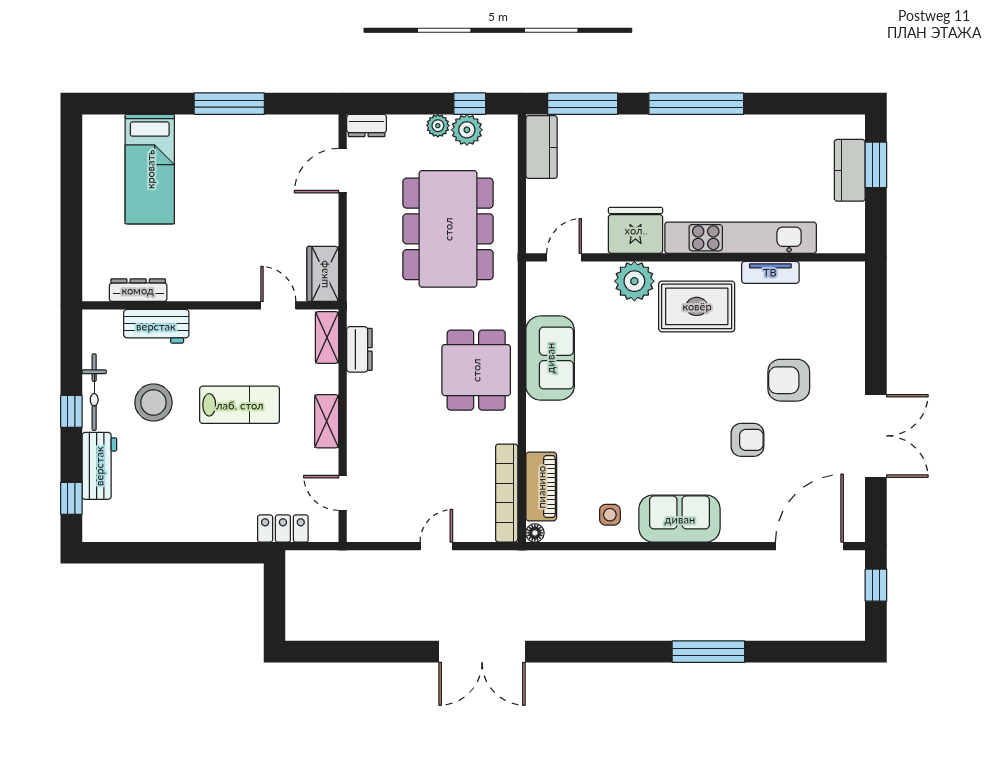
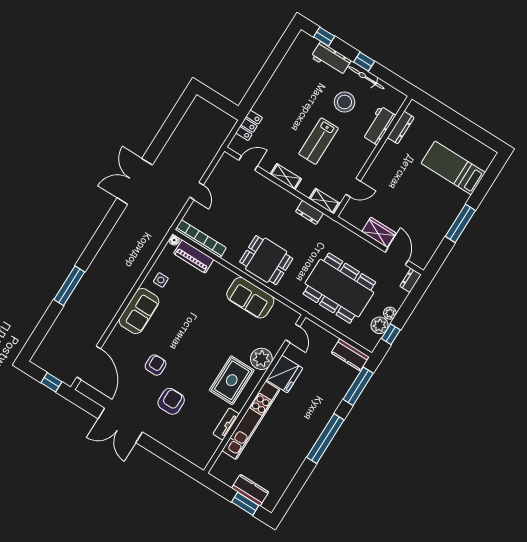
wardrobe: (323, 274) -> (379, 232), moved
armchair: (747, 440) -> (156, 365), turned 180

